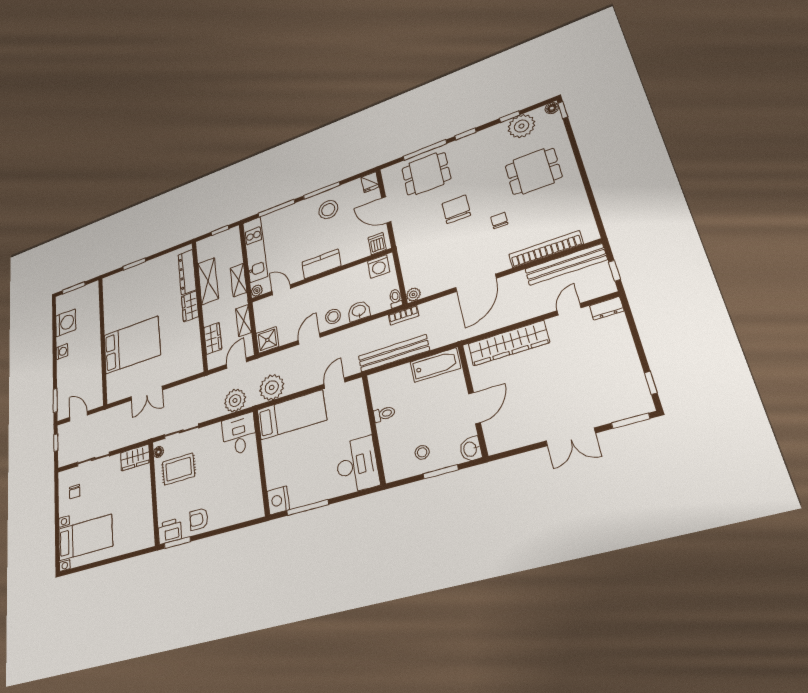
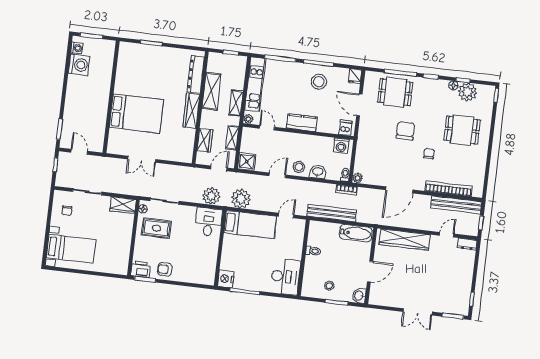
floor lamp: (552, 108) -> (453, 85), moved
wardrobe: (190, 306) -> (191, 111), width x1.50
washing machine: (62, 352) -> (77, 48), moved

